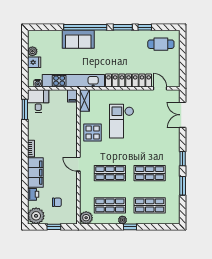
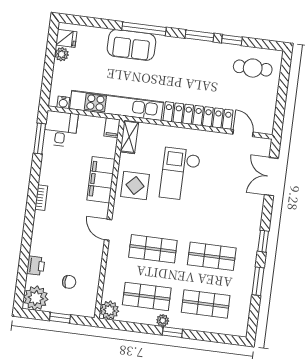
window: (85, 27) -> (144, 29), width x0.68
fridge: (34, 62) -> (66, 38), moved
filing cabinet: (35, 173) -> (101, 180), moved, turned 180

